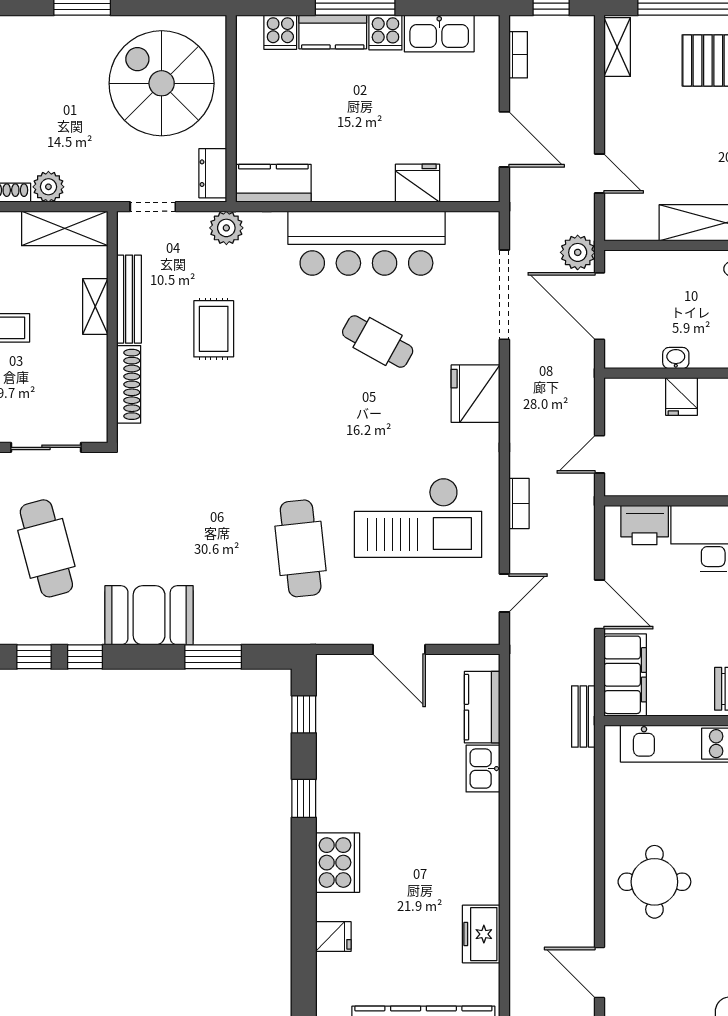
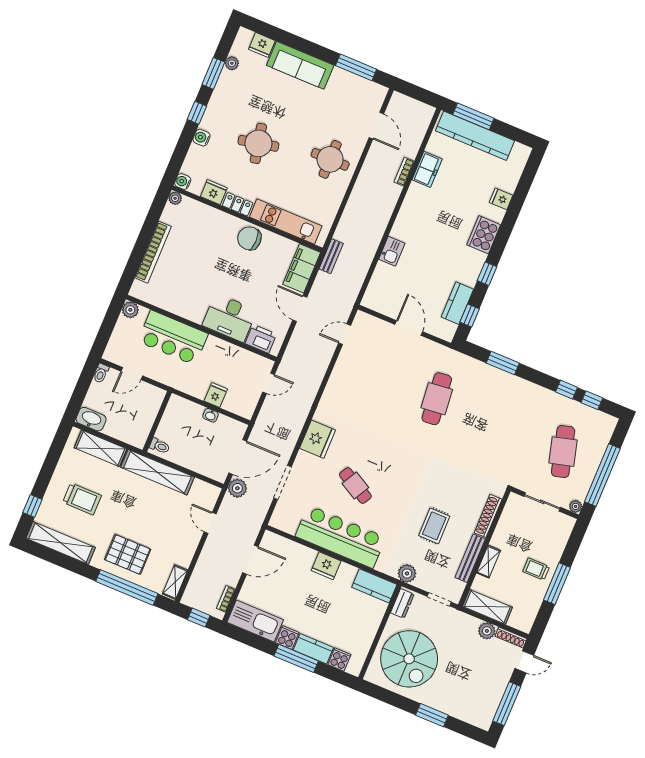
kitchen sink: (439, 33) -> (255, 621), width x1.36, depth x1.24
door: (504, 139) -> (250, 560), swing flipped
fridge: (418, 183) -> (326, 566), moved
doorway: (504, 295) -> (283, 482), width x0.73
door: (599, 306) -> (238, 457), hinge flipped
bookcase: (519, 504) -> (404, 172), moved
checkout: (418, 518) -> (372, 390), removed
booth: (149, 615) -> (526, 397), removed
kitchen counter: (482, 707) -> (457, 303), moved, turned 180

